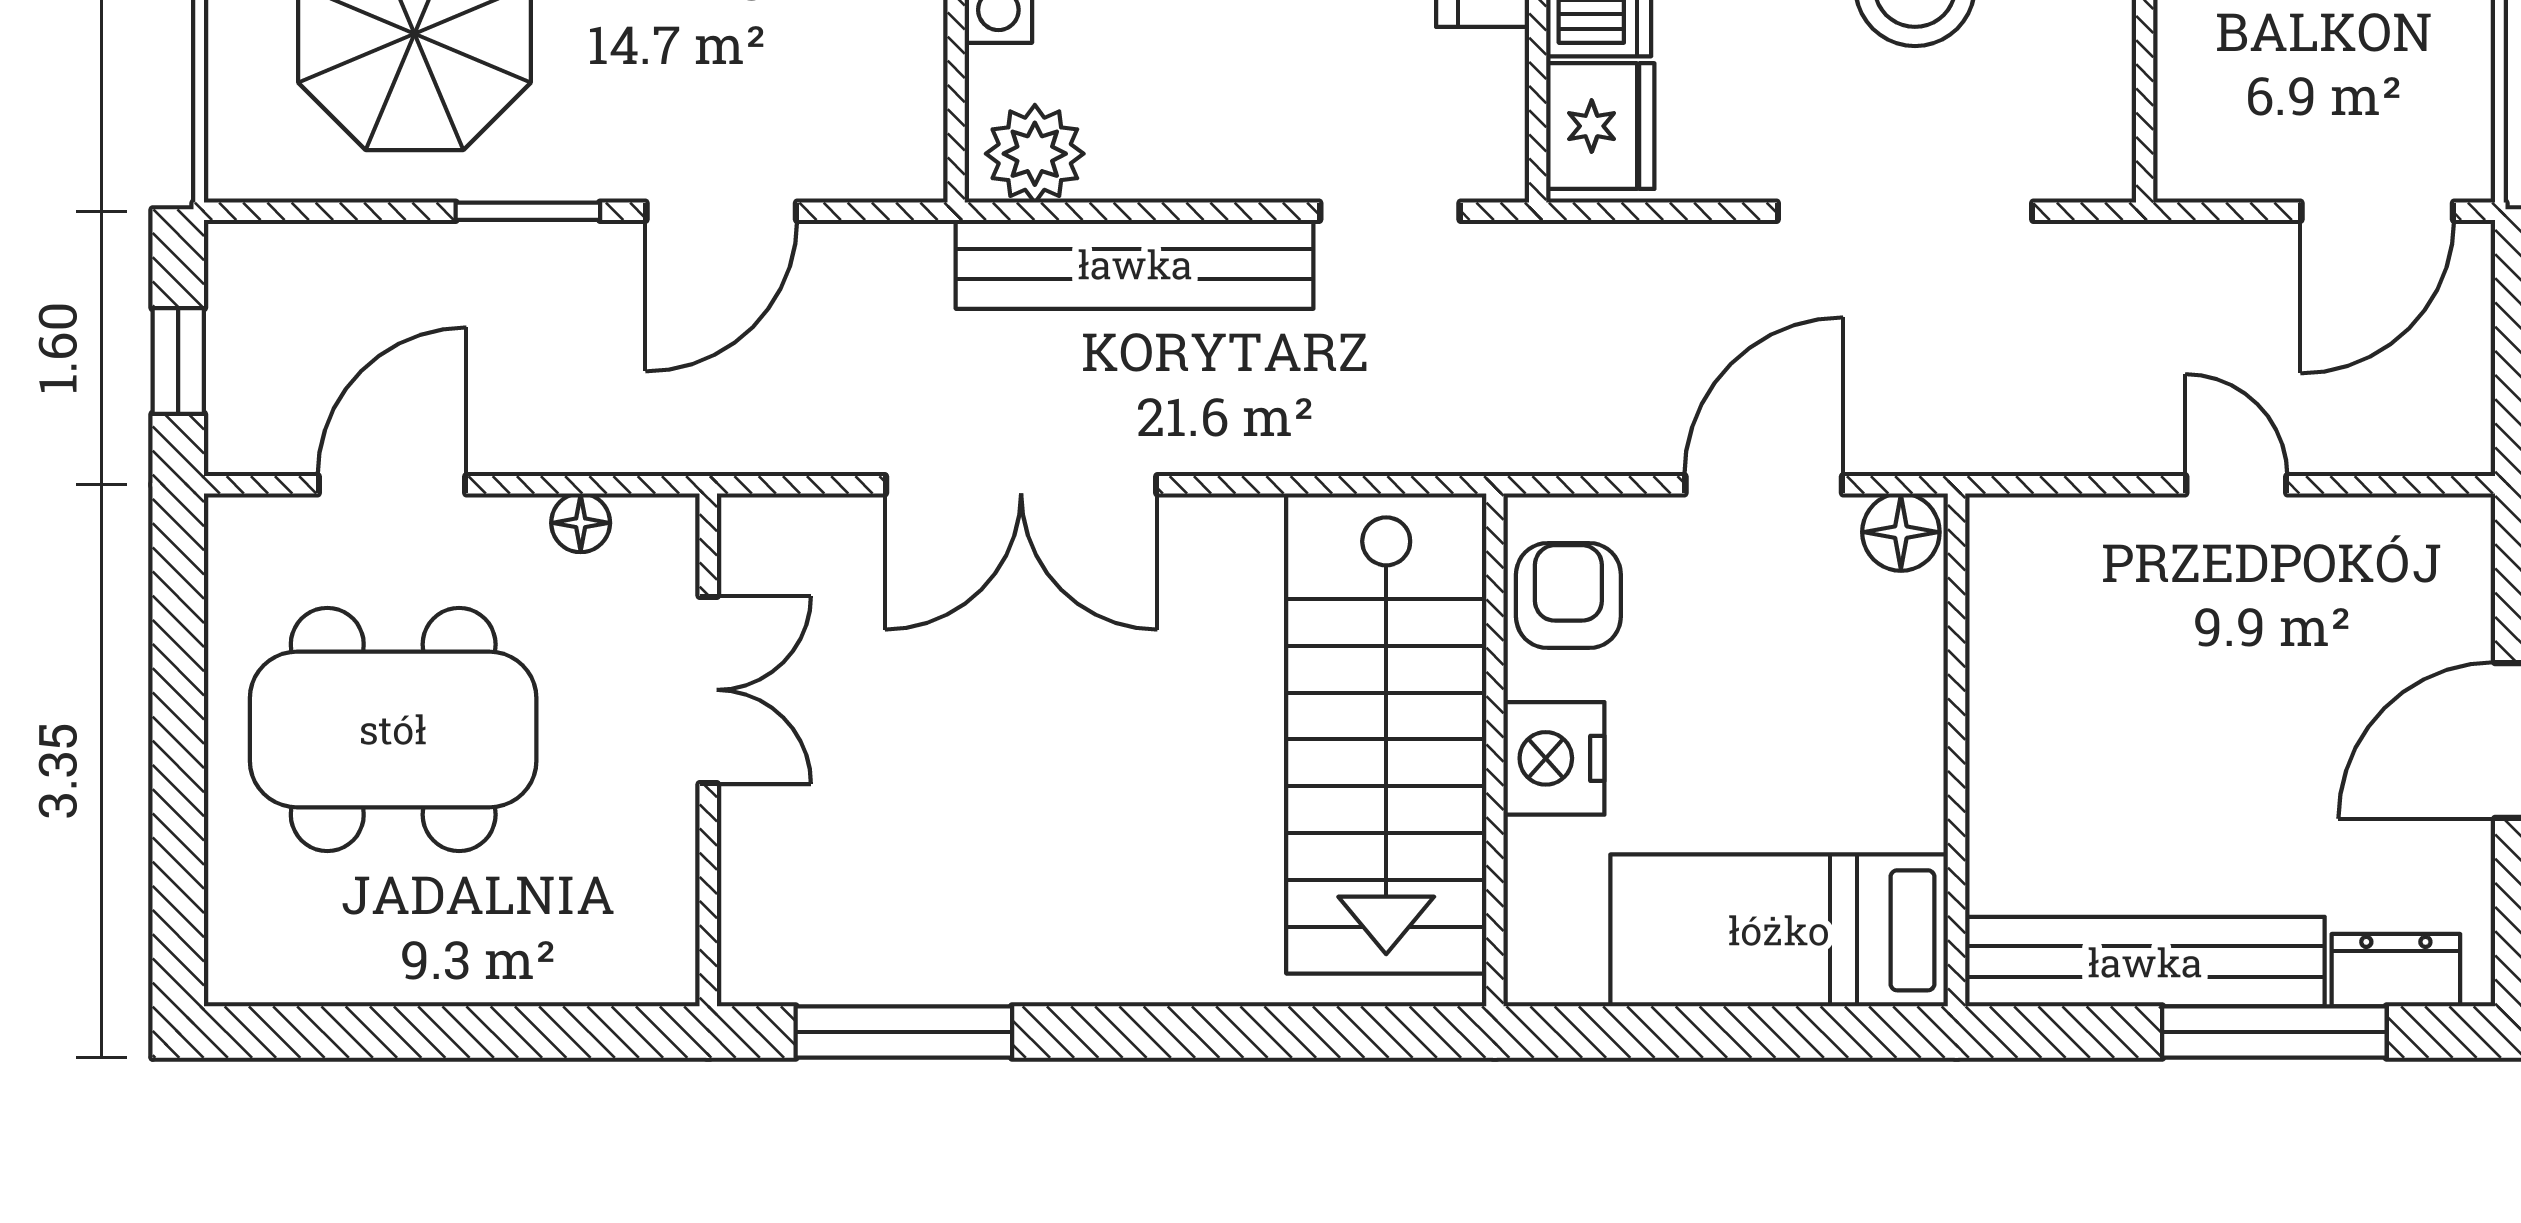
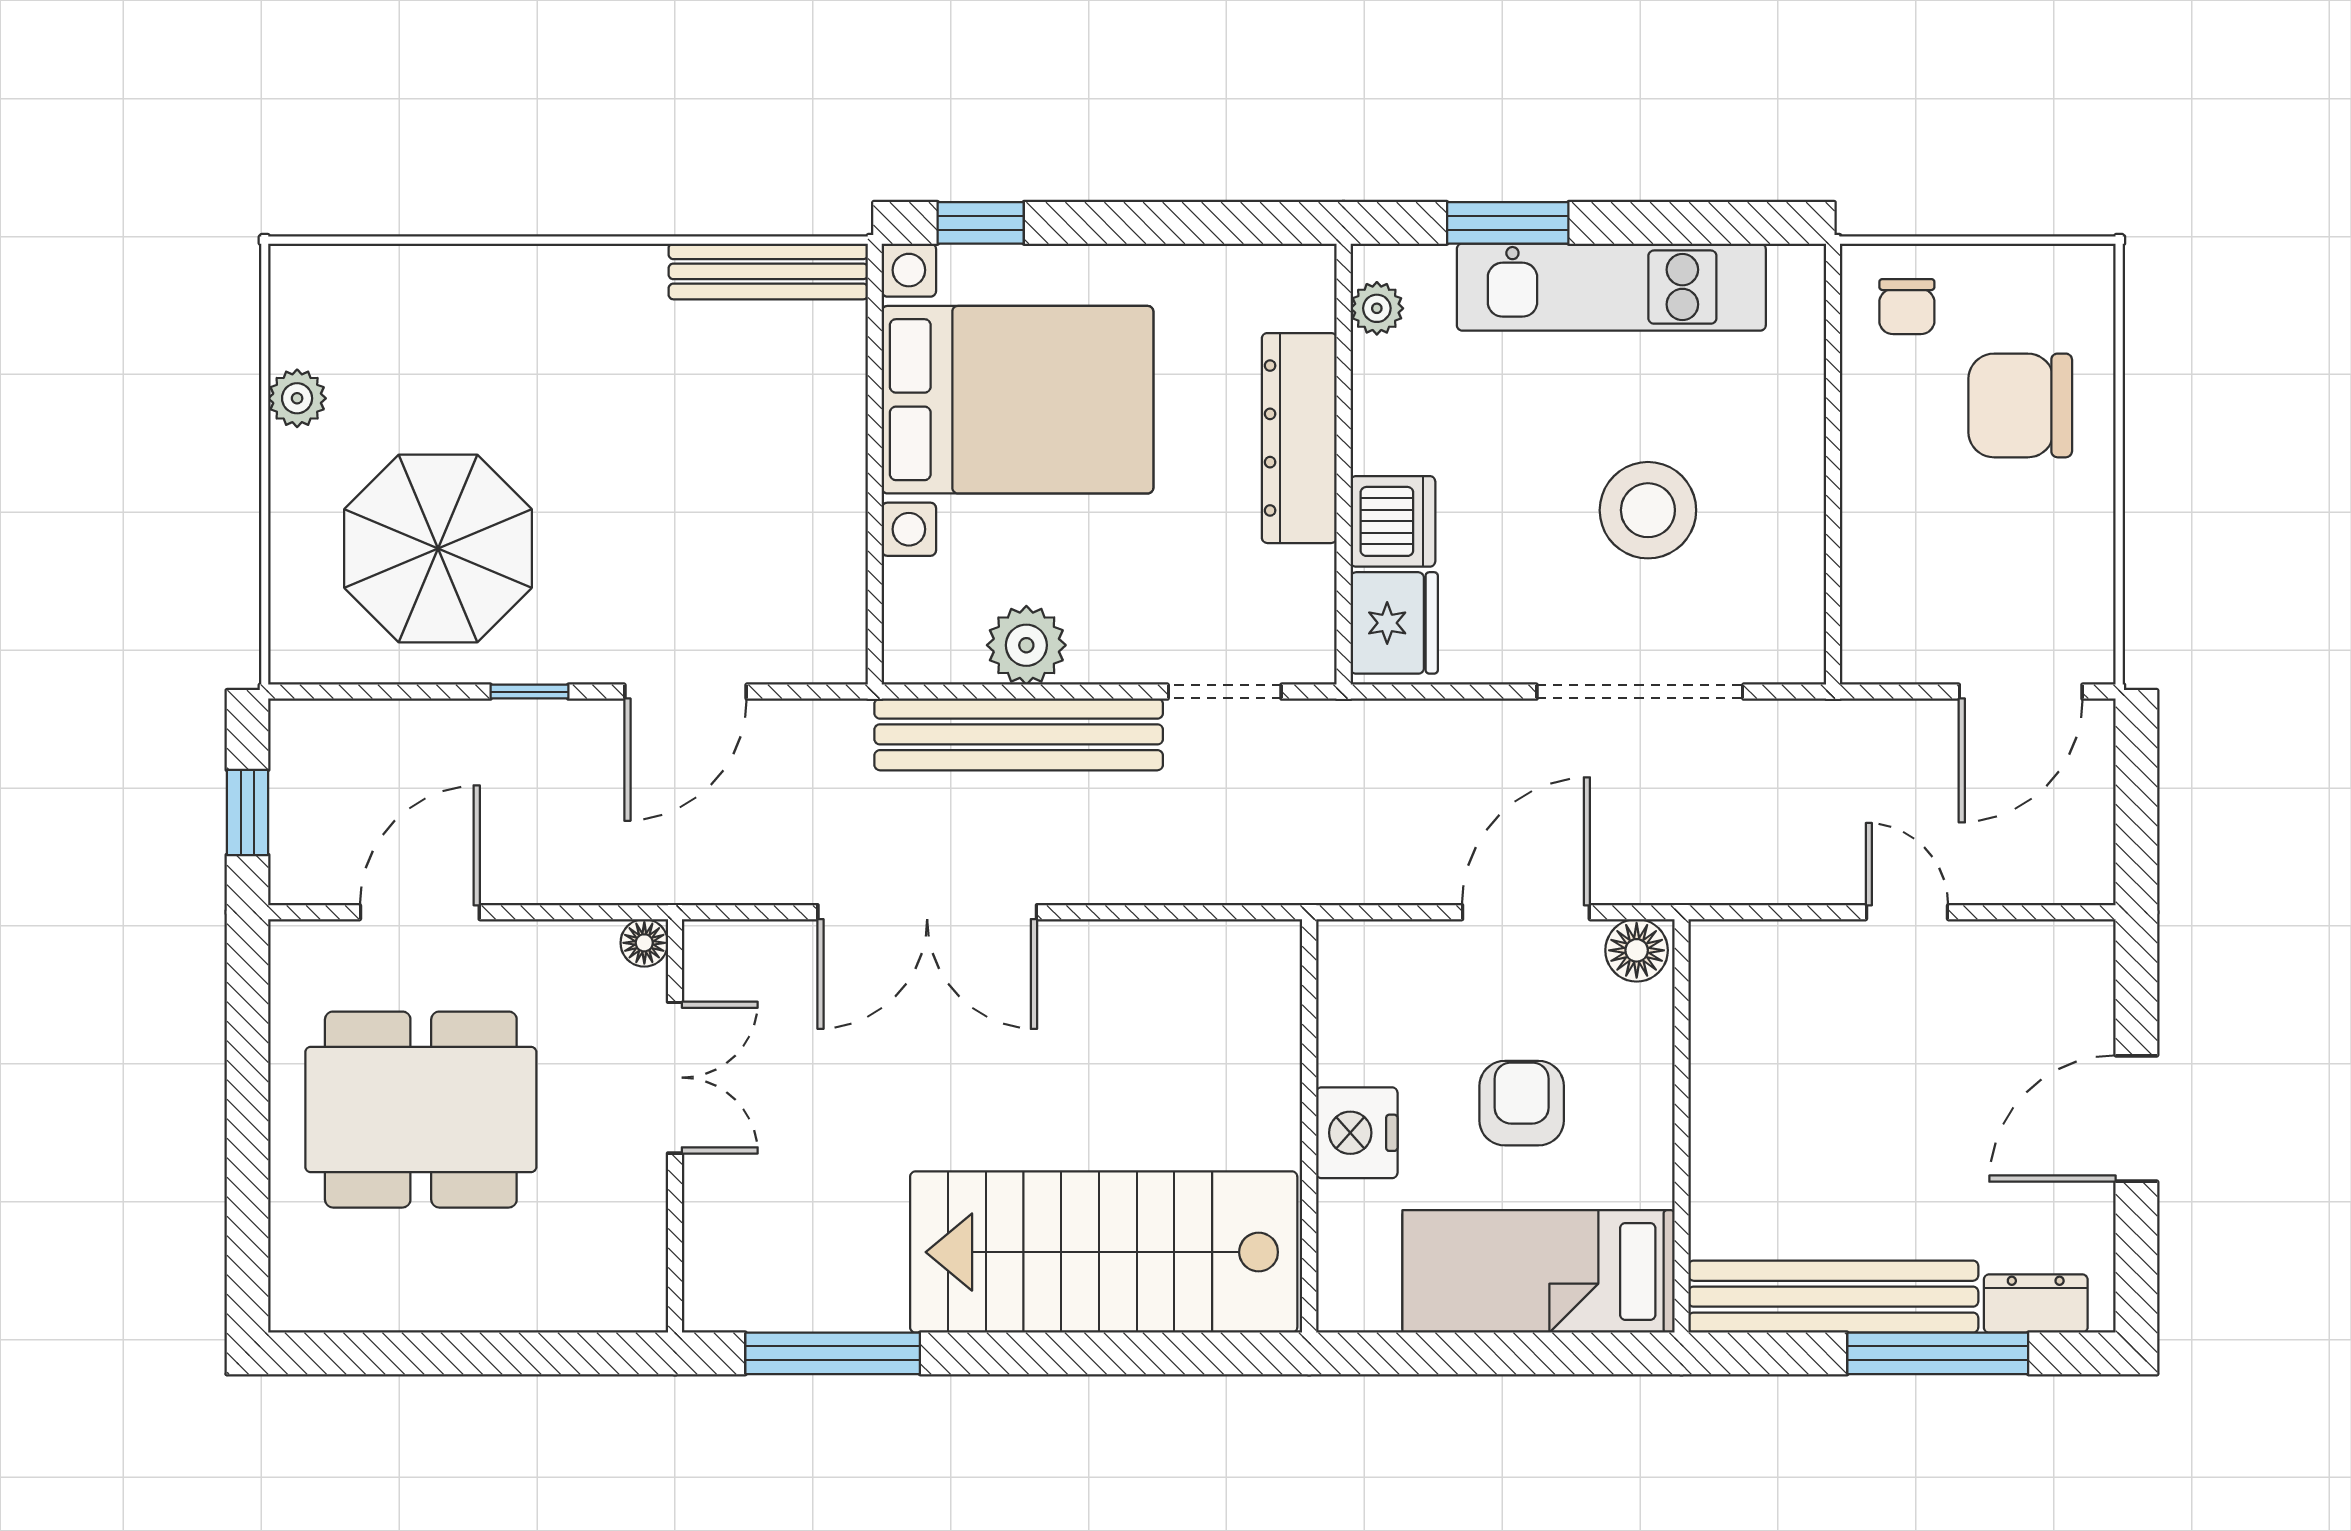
plant: (1035, 154) -> (1026, 645), moved
window: (528, 211) -> (529, 692), width x0.67
floor lamp: (581, 523) -> (644, 943), moved
armchair: (1568, 596) -> (1522, 1103), moved
stairs: (1386, 733) -> (1104, 1252), moved, turned 90

